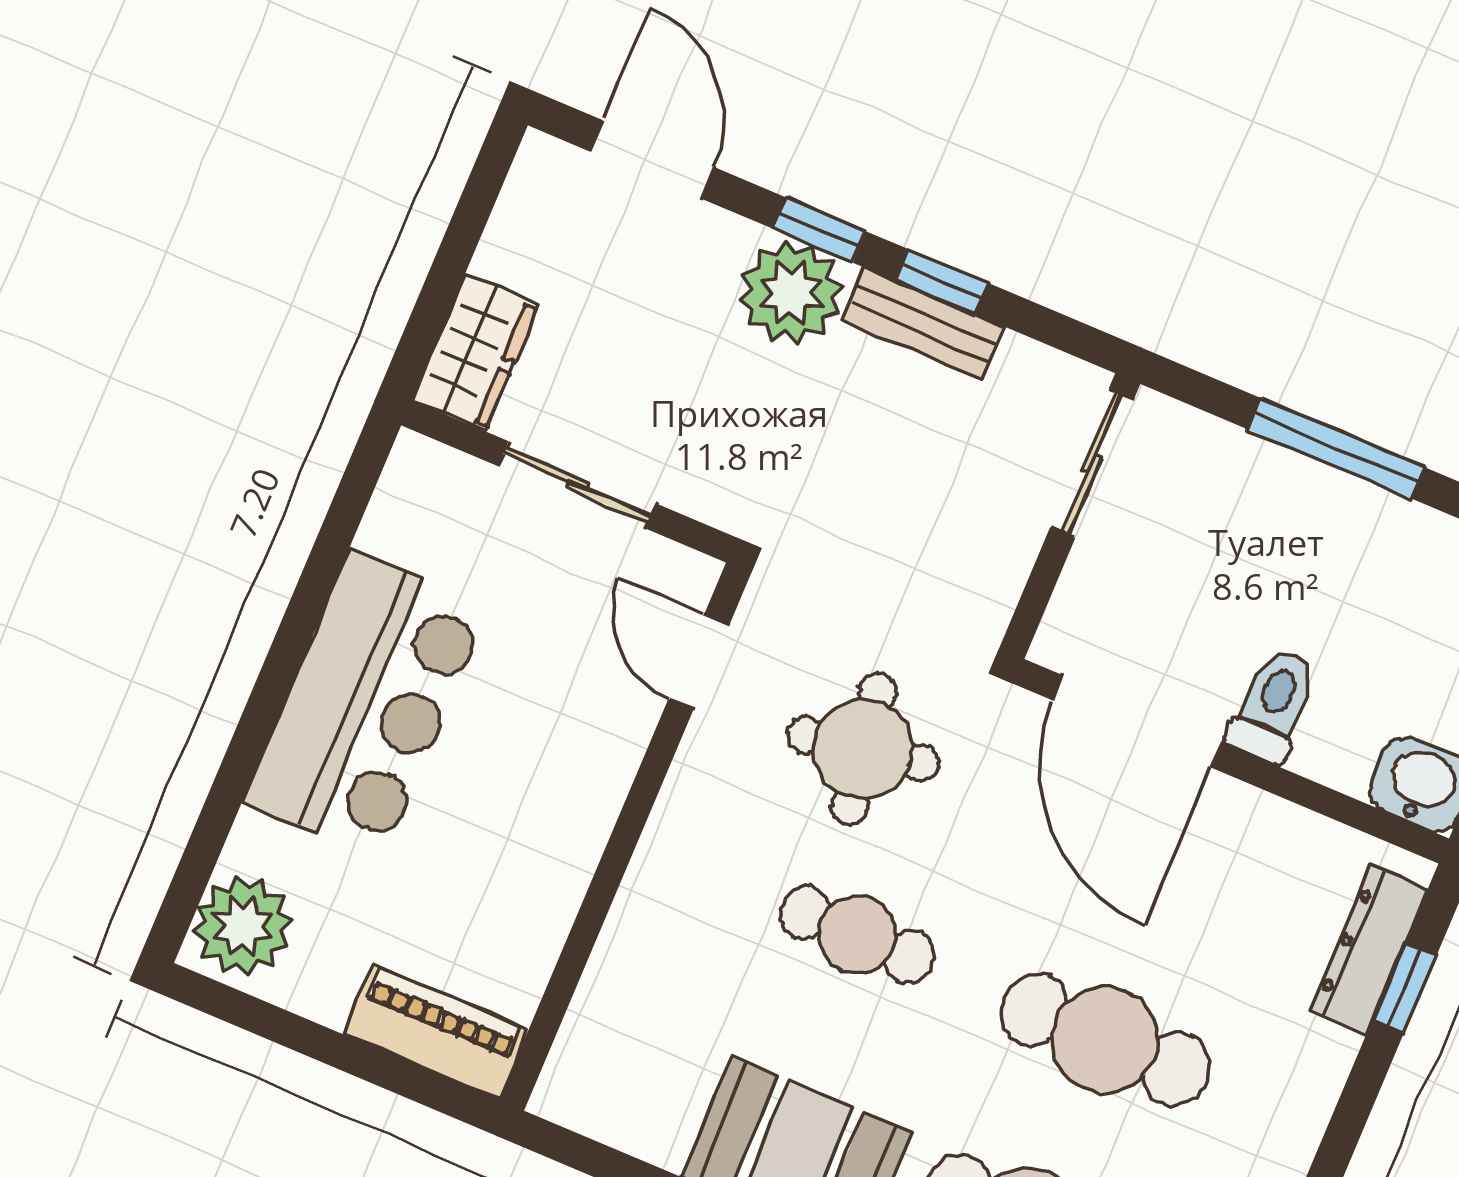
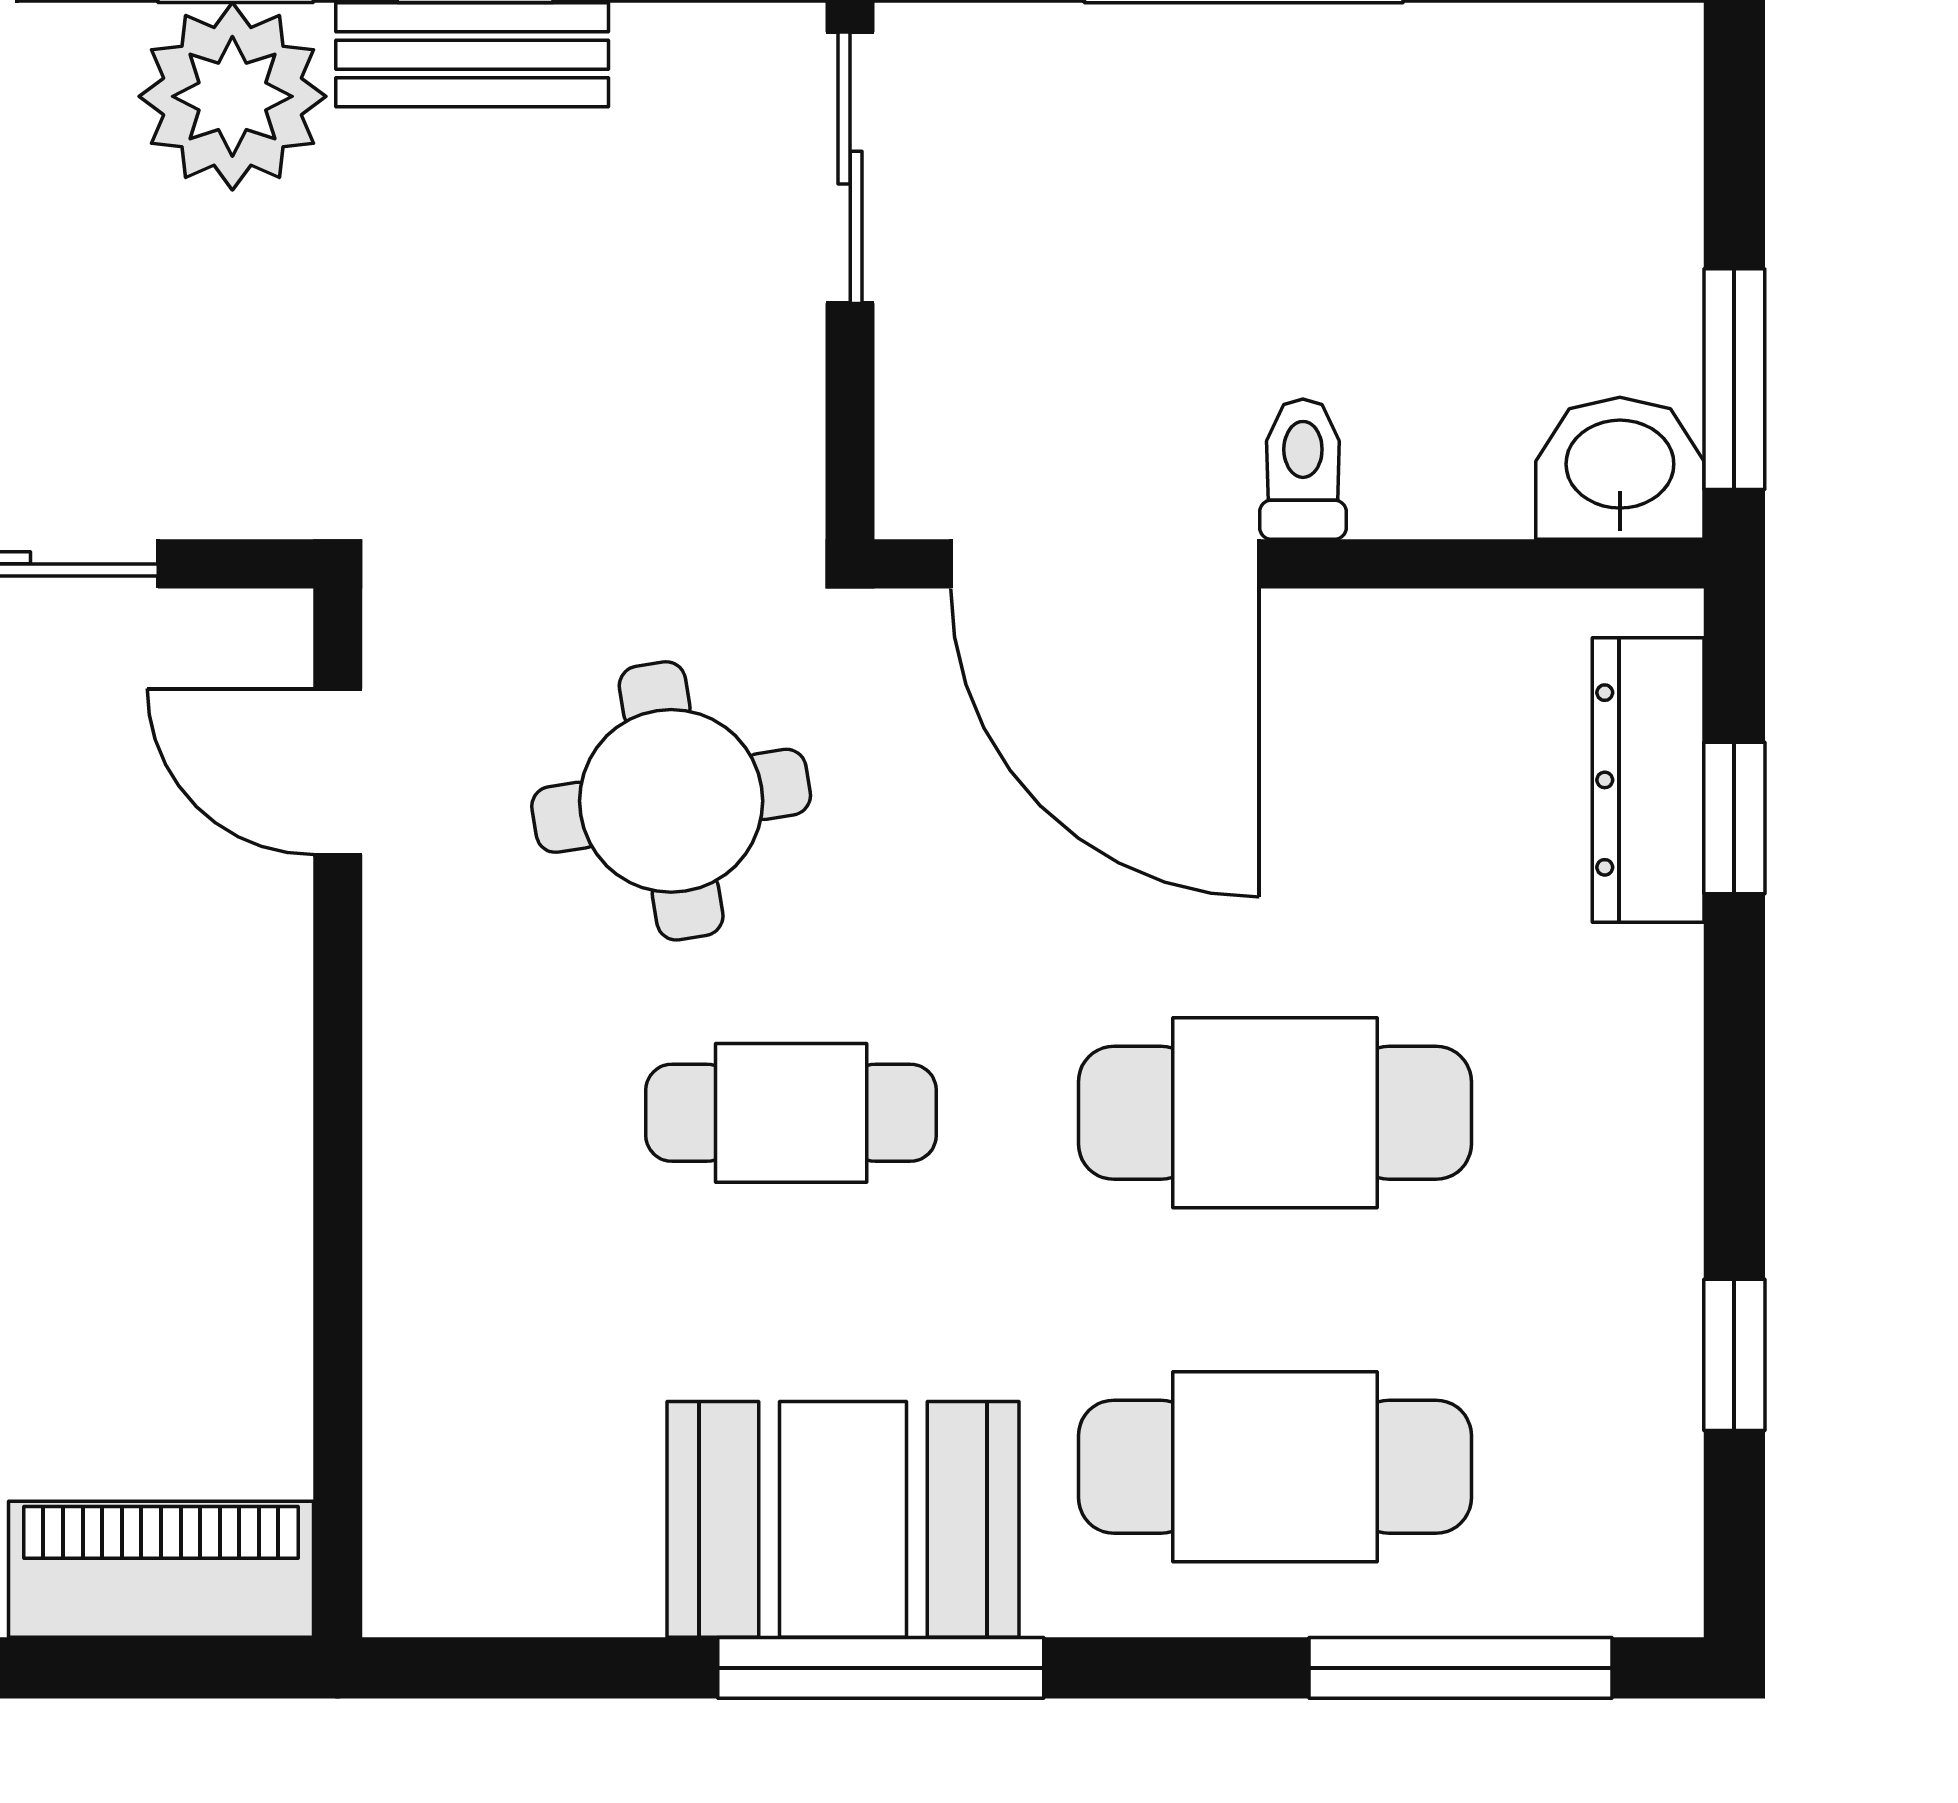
toilet: (1273, 705) -> (1303, 469), width x0.73, depth x0.72

